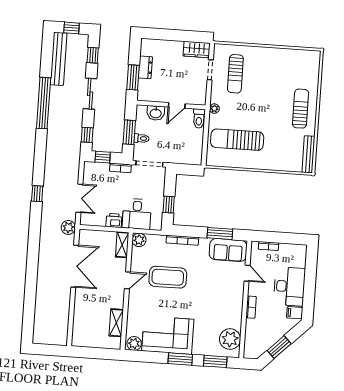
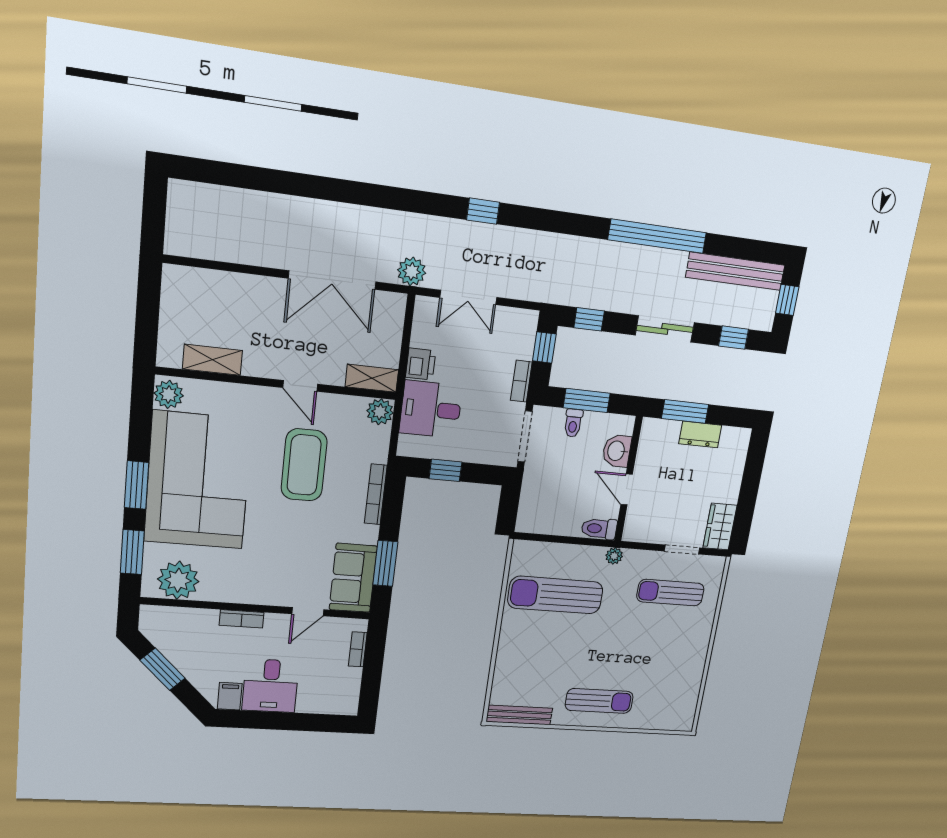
sun lounger: (237, 140) -> (555, 595), turned -90
desk: (289, 286) -> (270, 686), width x0.73
corner sofa: (168, 335) -> (198, 481), width x1.36, depth x1.36

